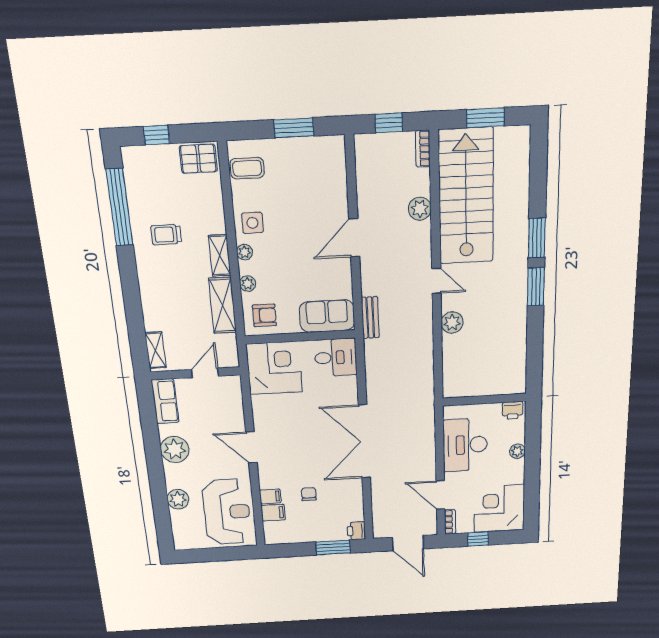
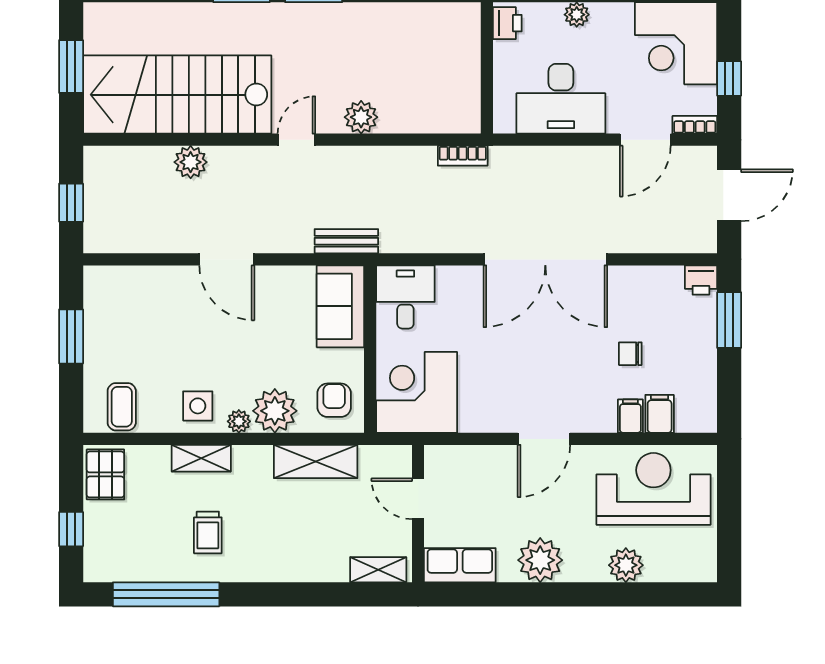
bookcase: (423, 149) -> (463, 156), moved
shelving: (220, 255) -> (201, 458), moved
plant: (248, 284) -> (275, 411), width x1.87, depth x1.87

